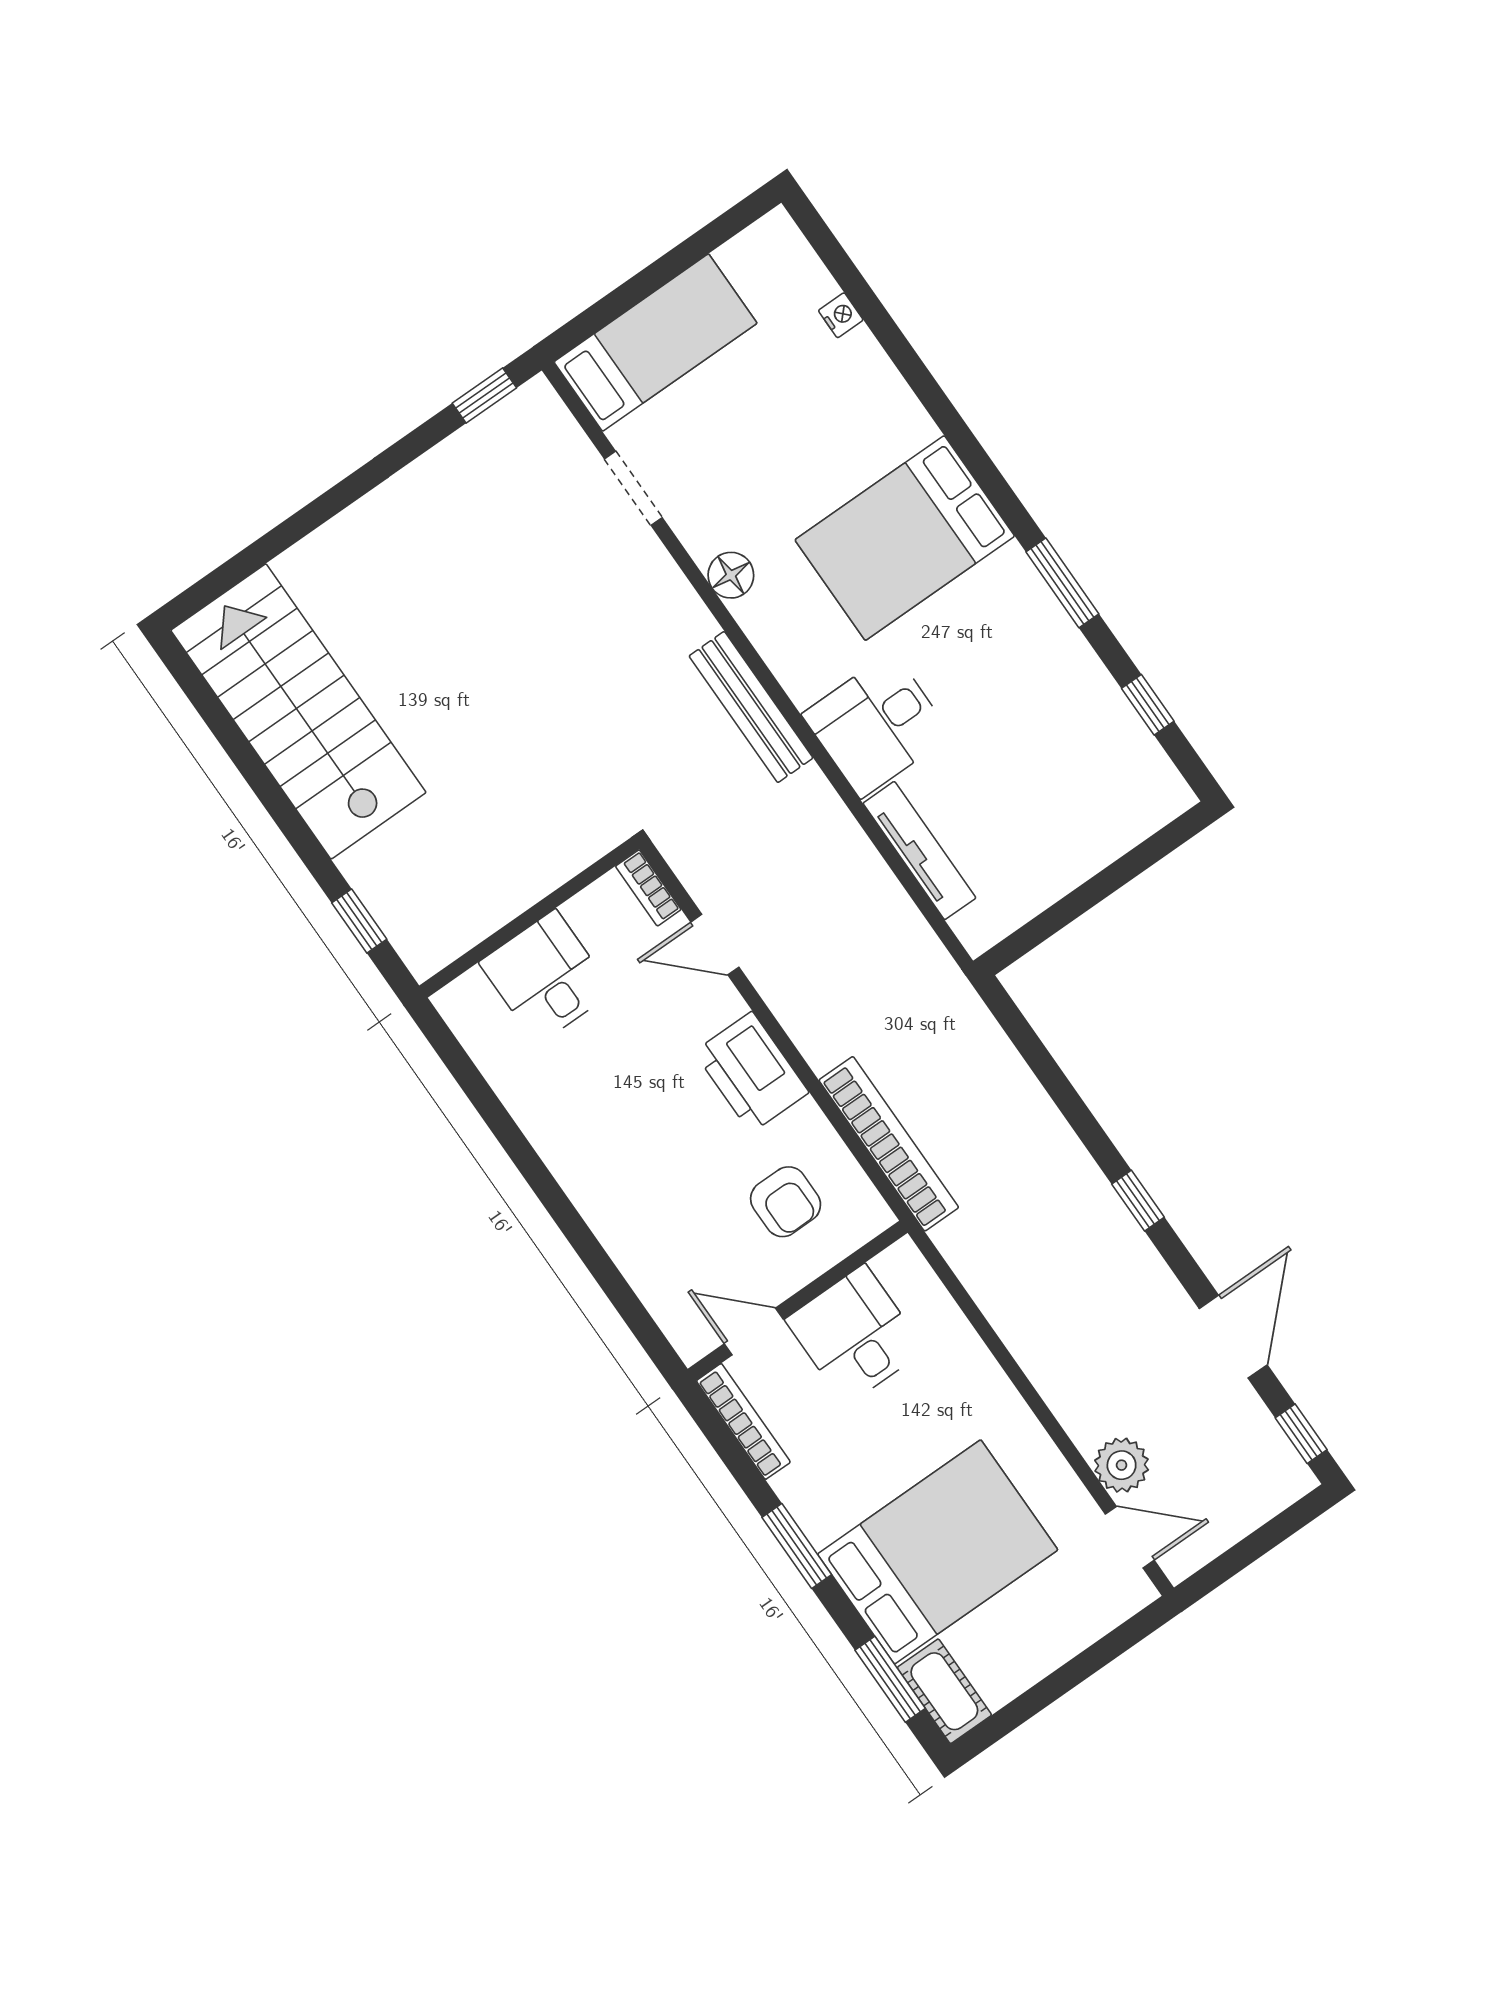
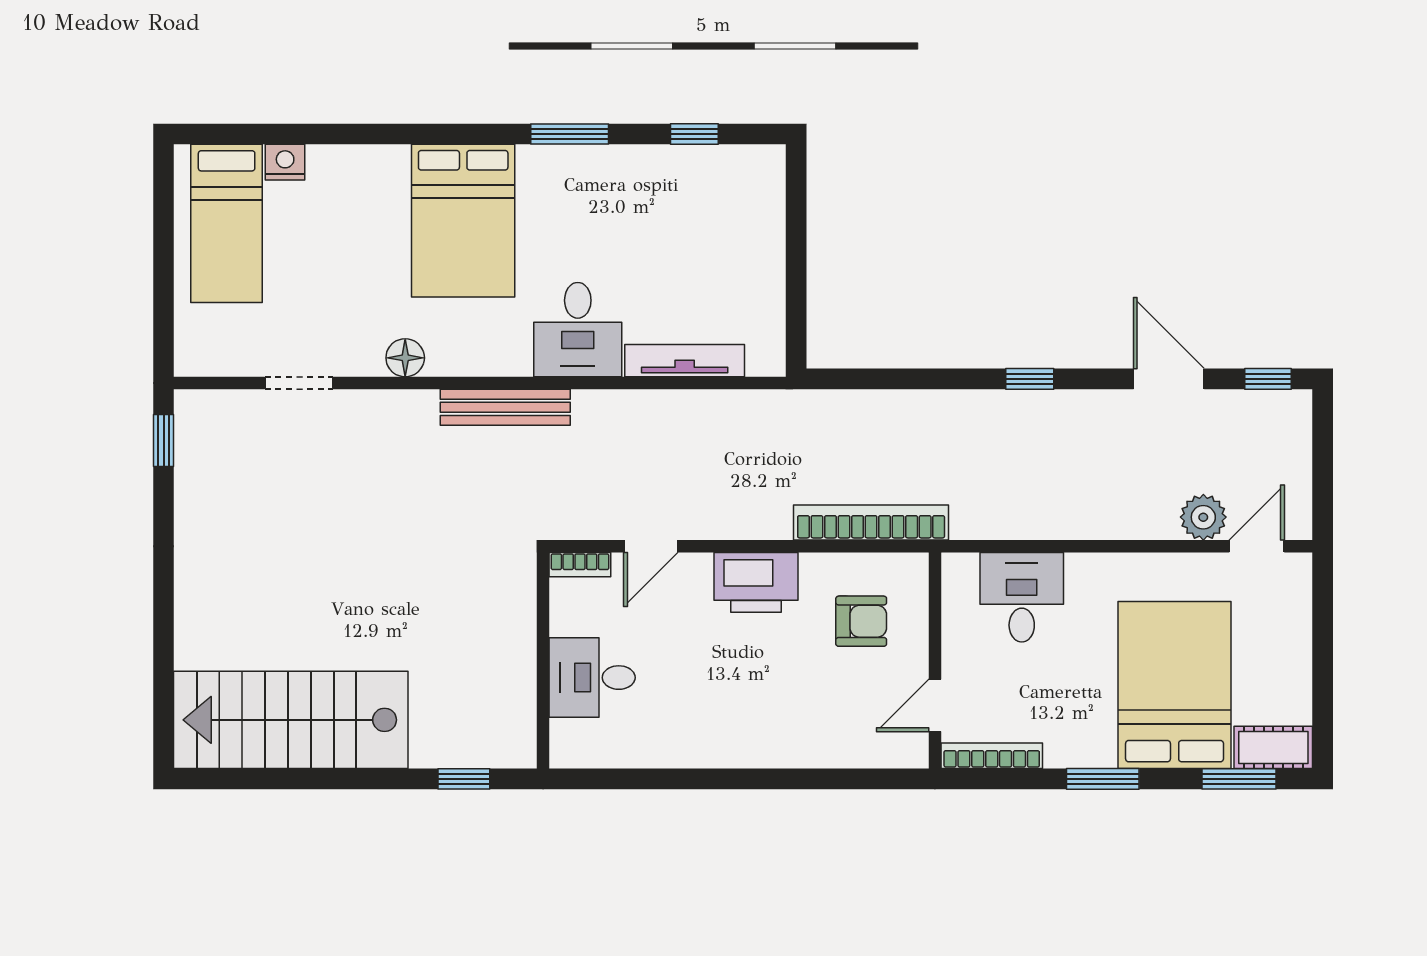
nightstand: (841, 315) -> (285, 162), width x1.39, depth x1.35
bed: (656, 343) -> (227, 223), moved, turned 180
desk: (855, 1335) -> (1022, 597), moved, turned 90

